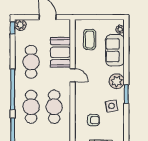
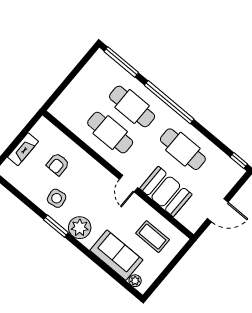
plant: (20, 25) -> (235, 172), removed
door: (73, 75) -> (128, 183), hinge flipped

